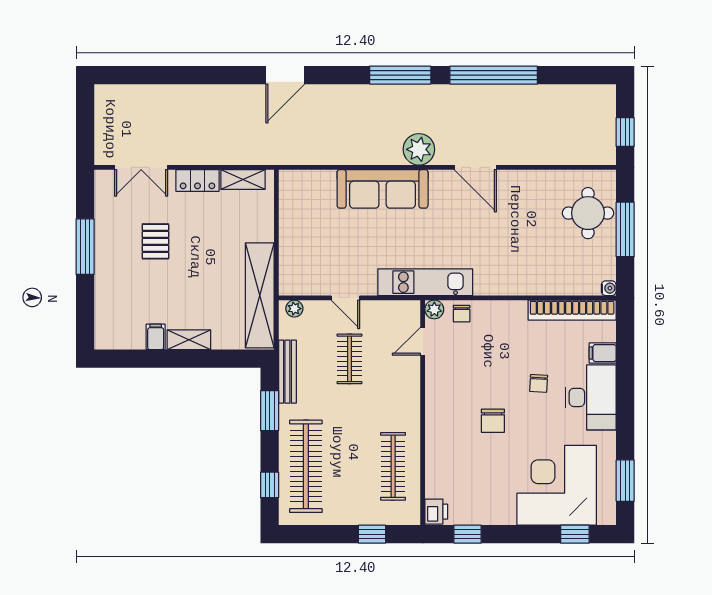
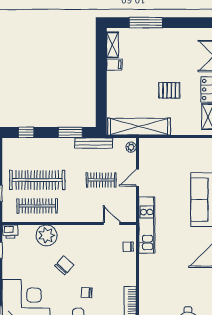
pallet: (155, 241) -> (169, 90), moved
window: (85, 247) -> (146, 23), moved
plant: (434, 309) -> (47, 235), moved, width x1.88, depth x1.88
shelving: (189, 340) -> (113, 45), moved
chair: (493, 421) -> (64, 265), turned 132
clothes rail: (306, 466) -> (37, 180), moved

